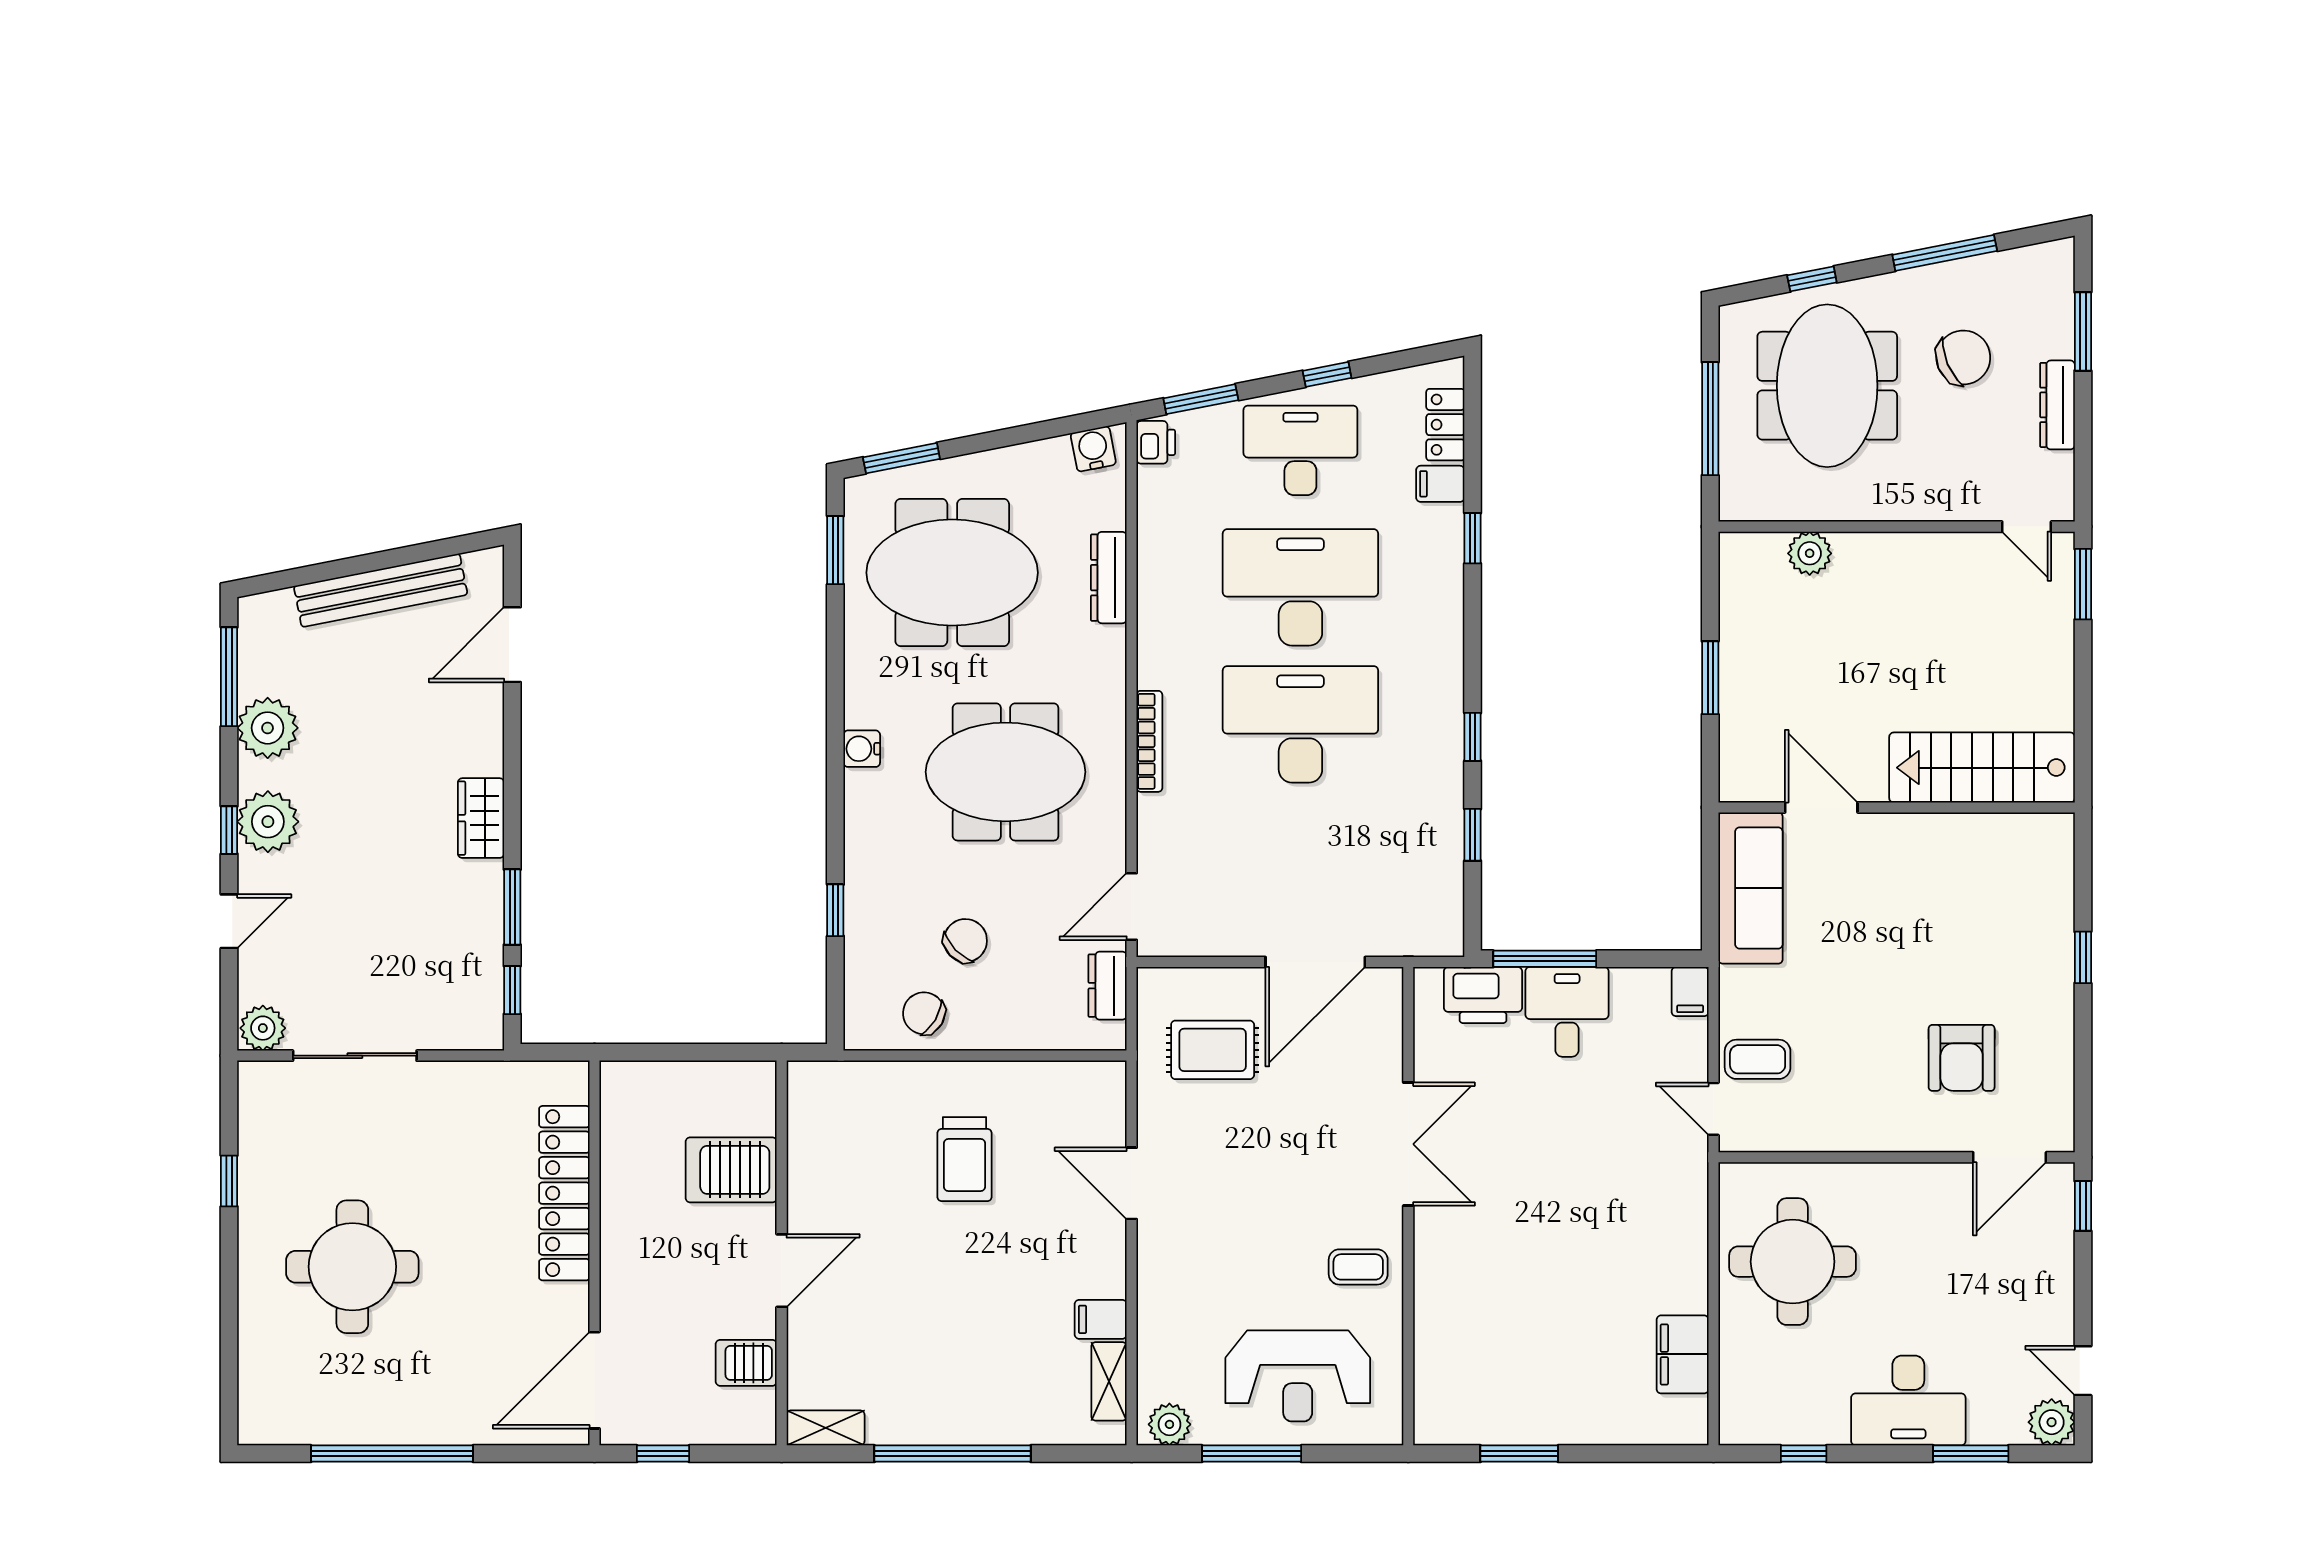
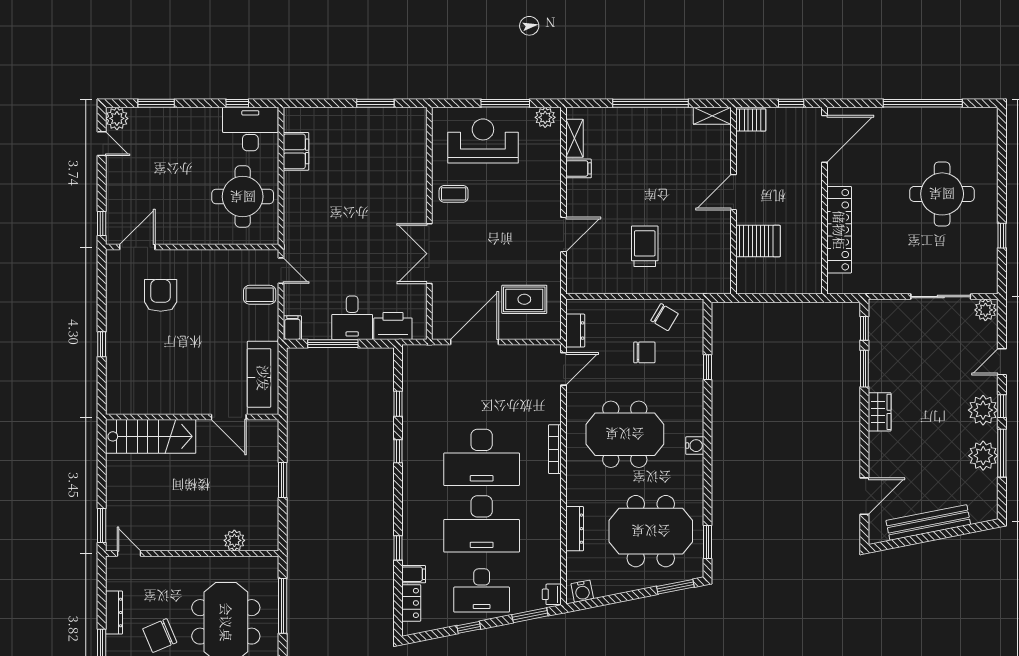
window: (229, 677) -> (1002, 453), moved
chair: (965, 941) -> (644, 352), turned -136
window: (1545, 959) -> (333, 344), moved
door: (1132, 1183) -> (564, 234), hinge flipped
server rack: (746, 1363) -> (751, 120), moved
desk: (1908, 1401) -> (250, 129), moved

